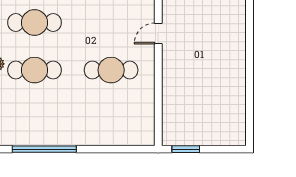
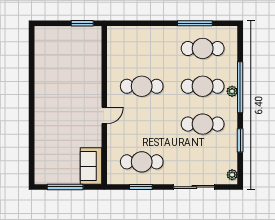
cafe table: (34, 118) -> (203, 48), added
window: (44, 149) -> (195, 23), width x0.68

